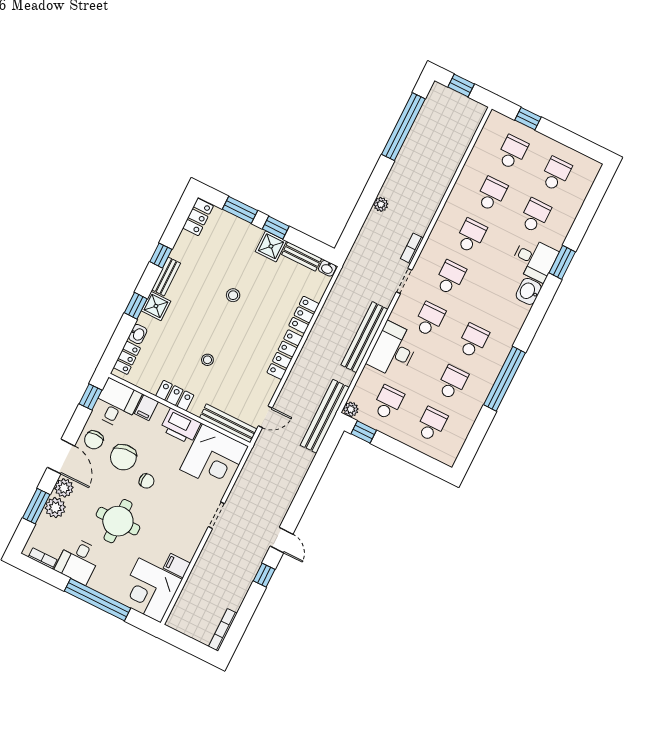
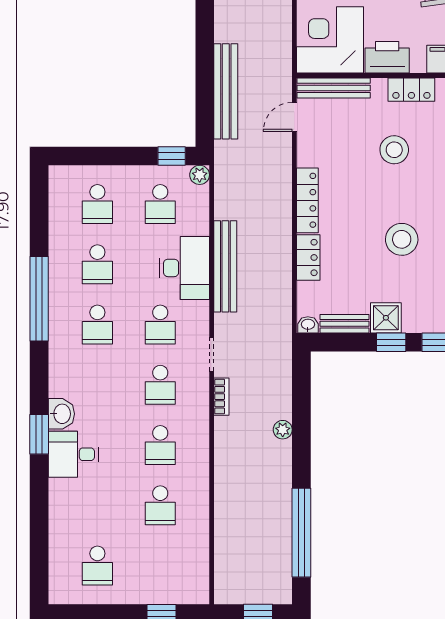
school desk: (512, 152) -> (160, 566), removed
school desk: (535, 216) -> (97, 505), removed
window: (562, 262) -> (39, 434), moved
stool: (233, 295) -> (402, 239), width x1.89, depth x1.89
stool: (207, 360) -> (394, 150), width x1.89, depth x1.89
bench: (325, 416) -> (226, 91), moved

